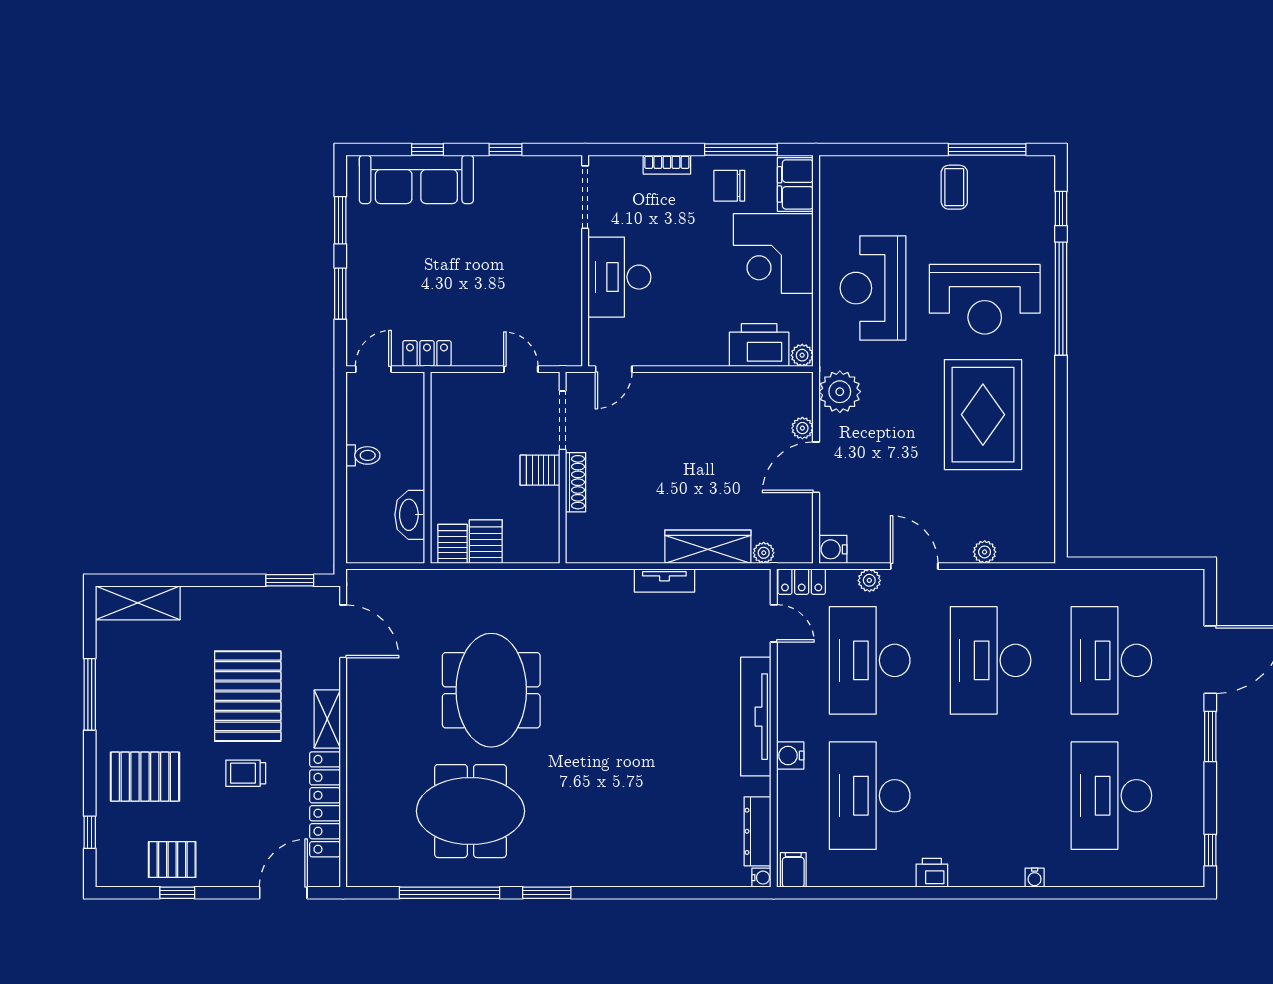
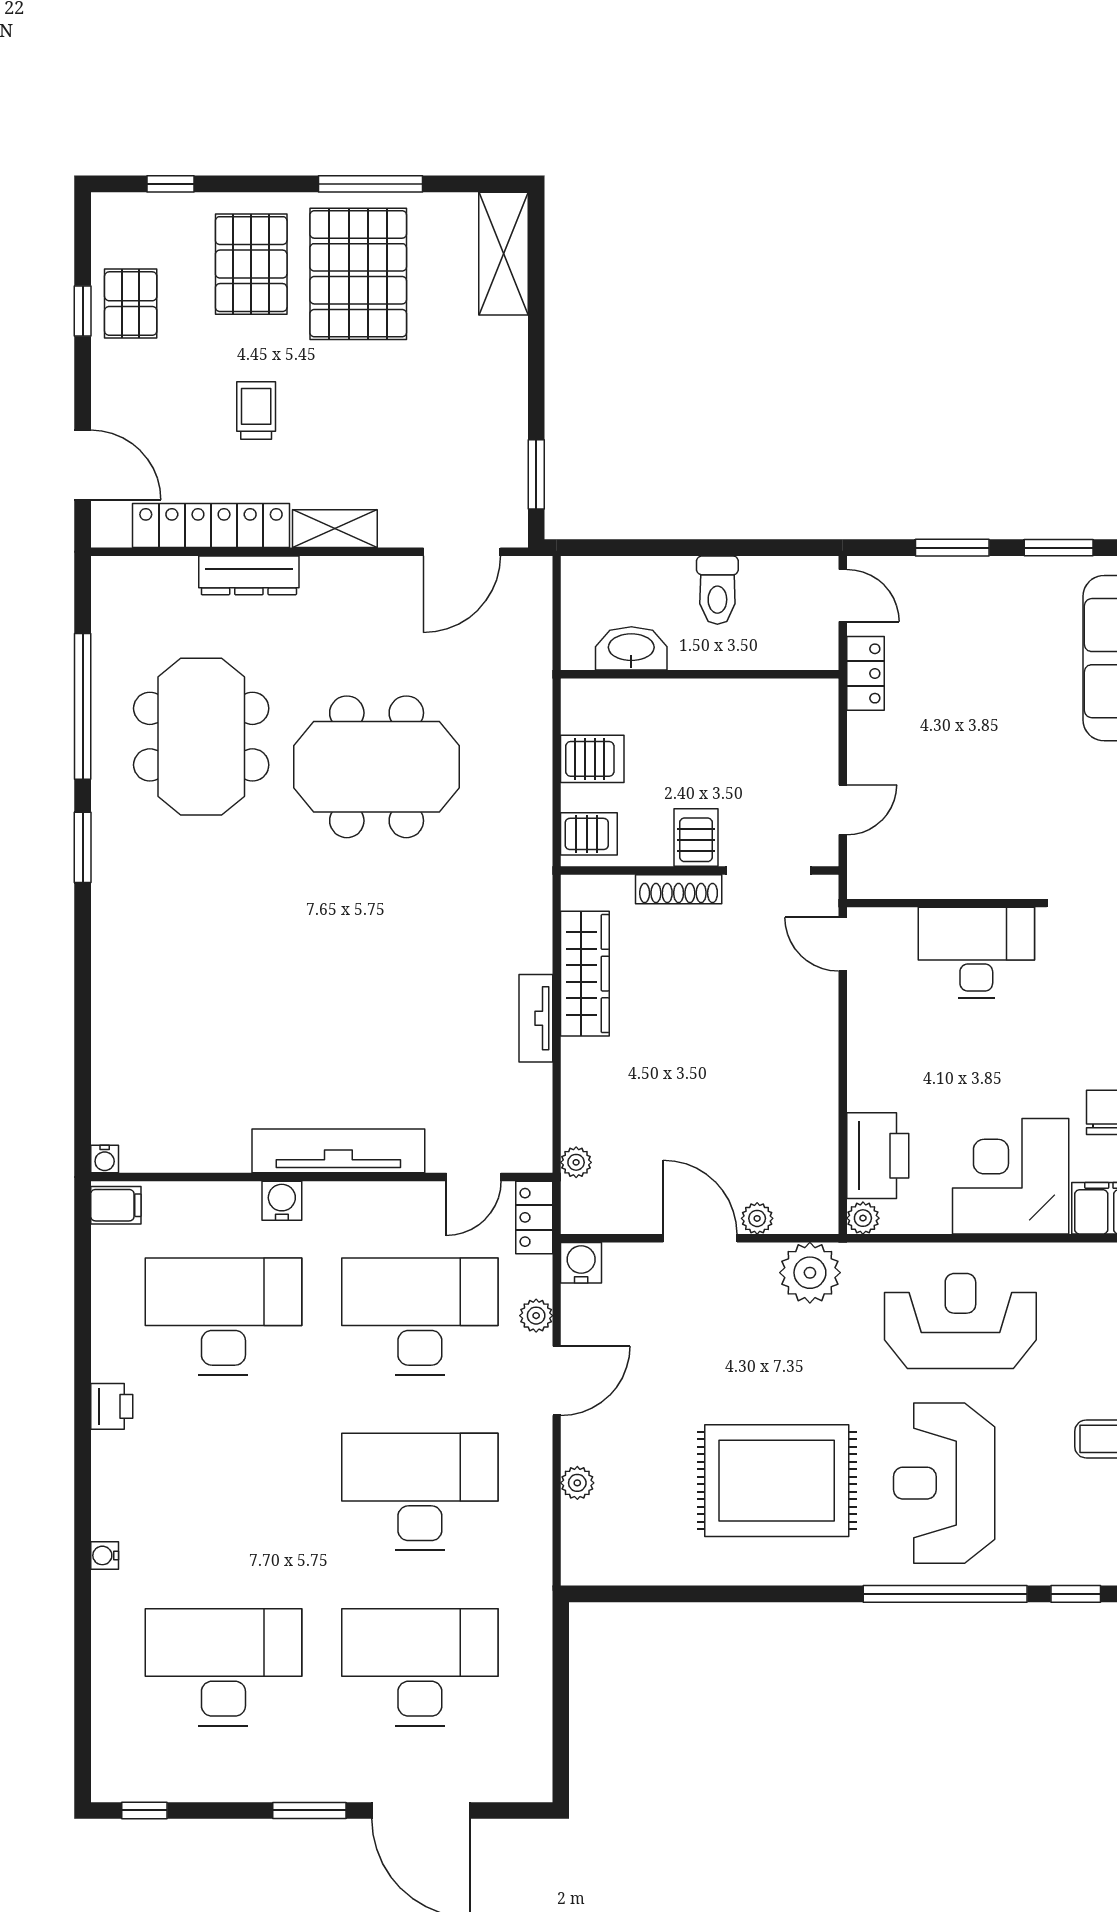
toilet: (363, 455) -> (717, 590), width x1.37, depth x1.39
server rack: (452, 544) -> (589, 834), moved
wardrobe: (708, 547) -> (585, 974), moved
pallet: (248, 696) -> (358, 274), moved, turned 90
dresser: (757, 831) -> (249, 575), moved, turned 180

